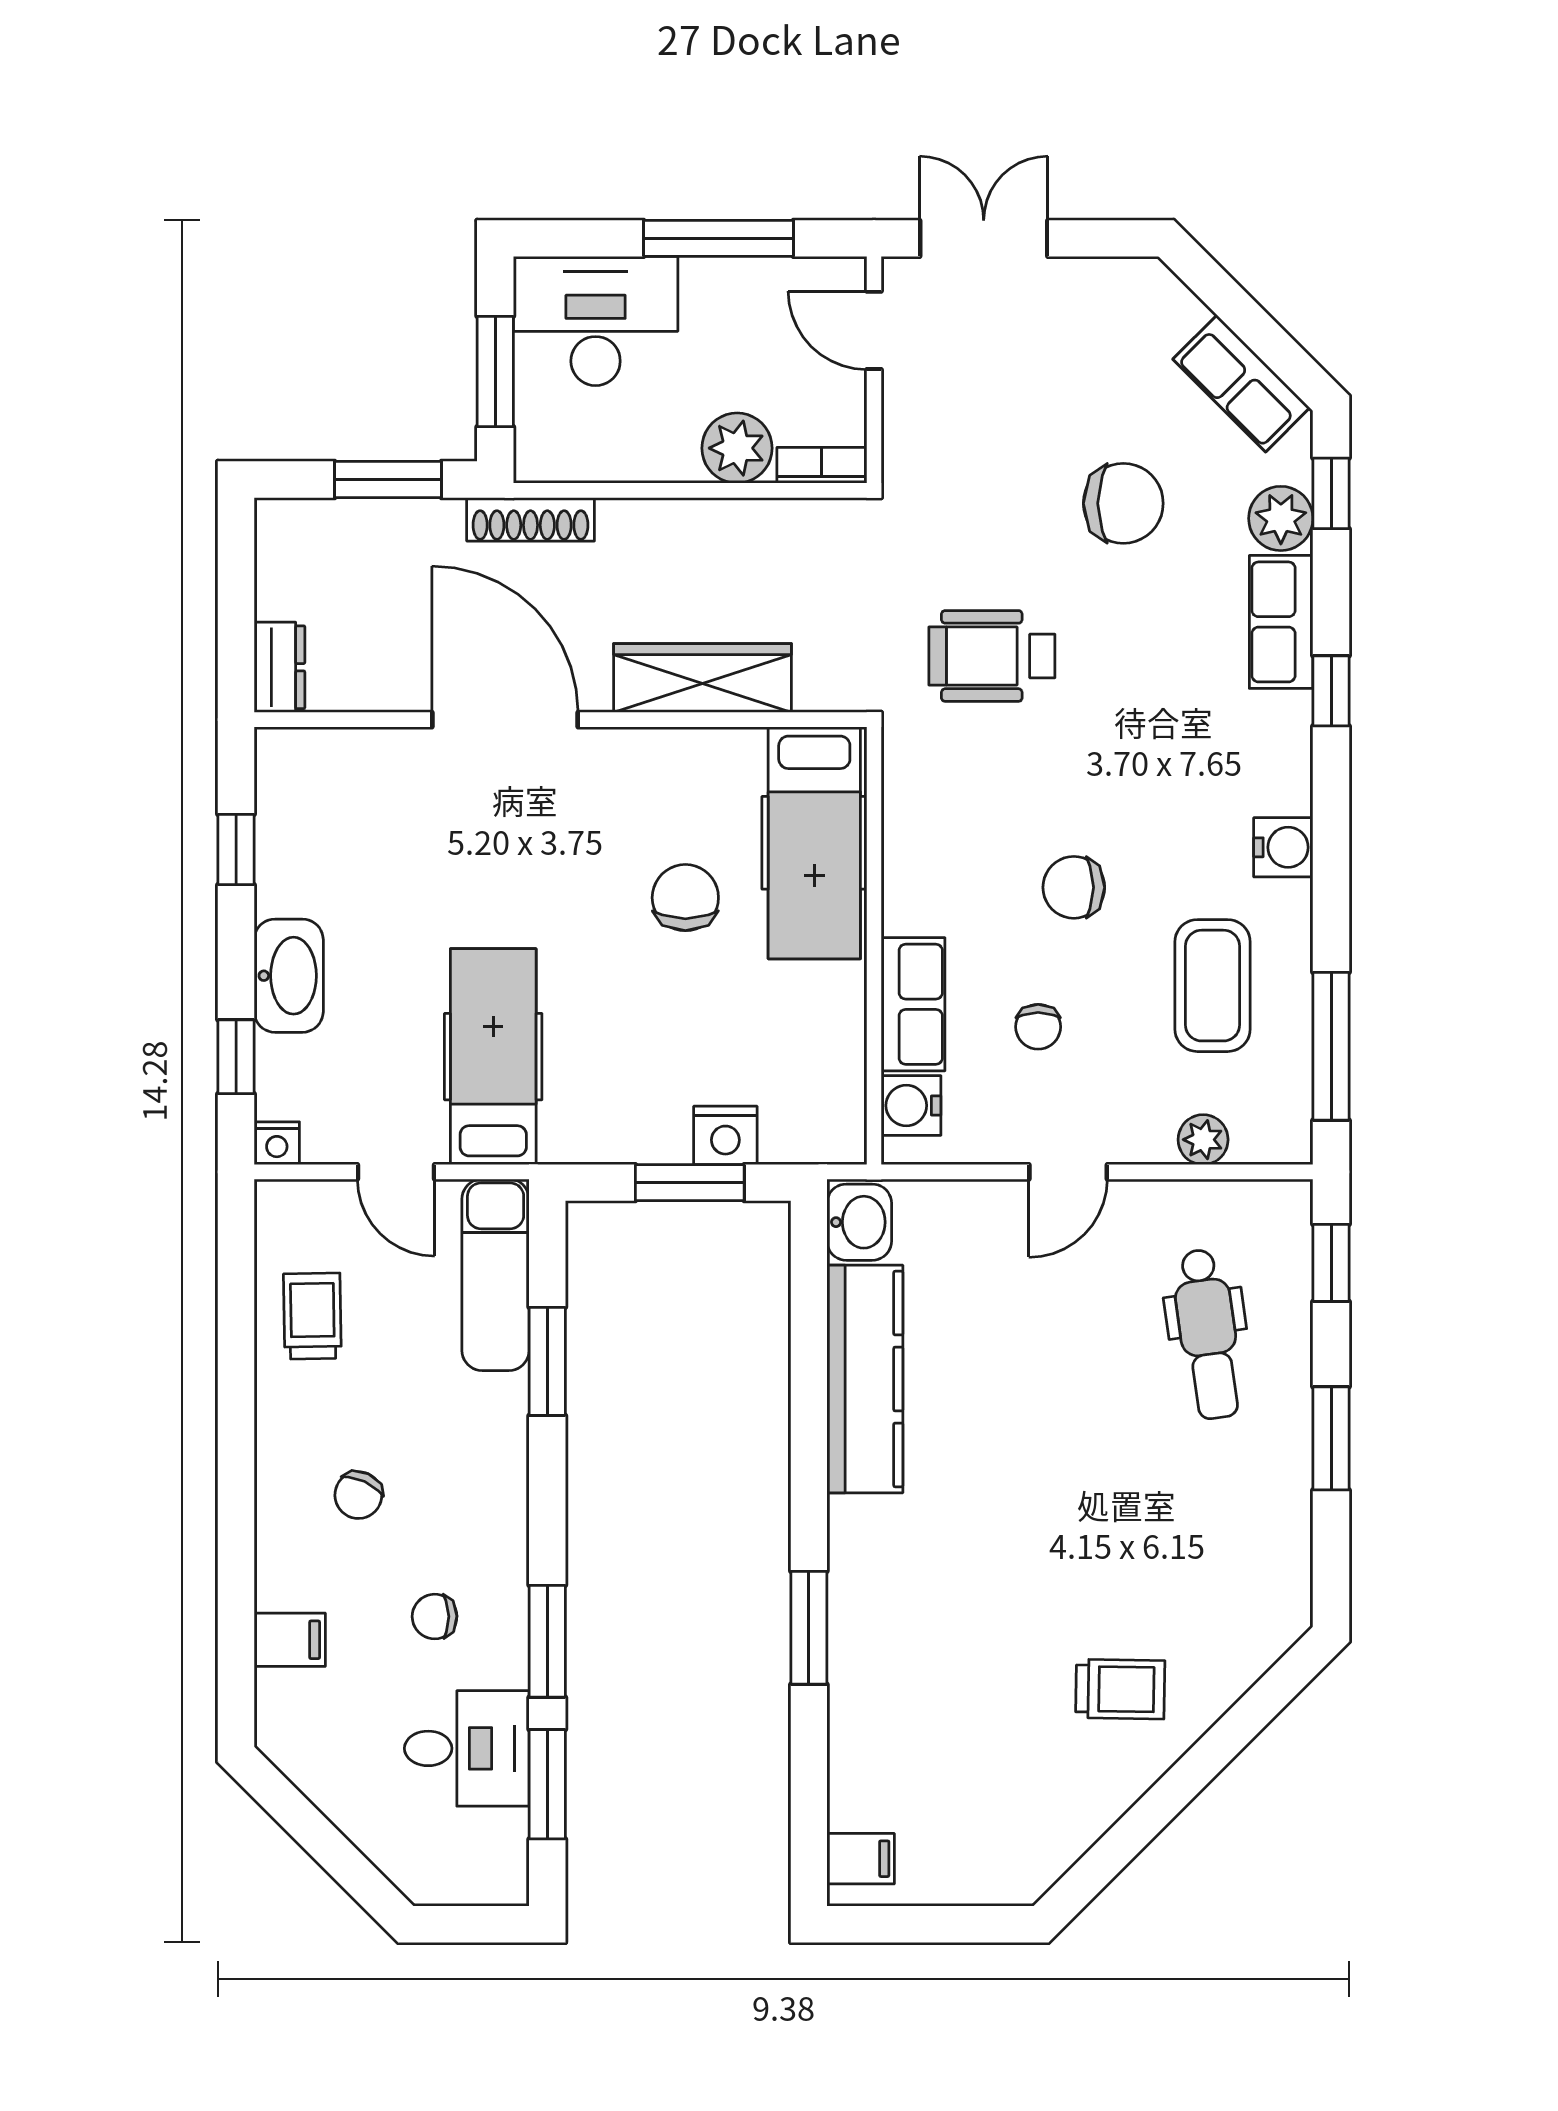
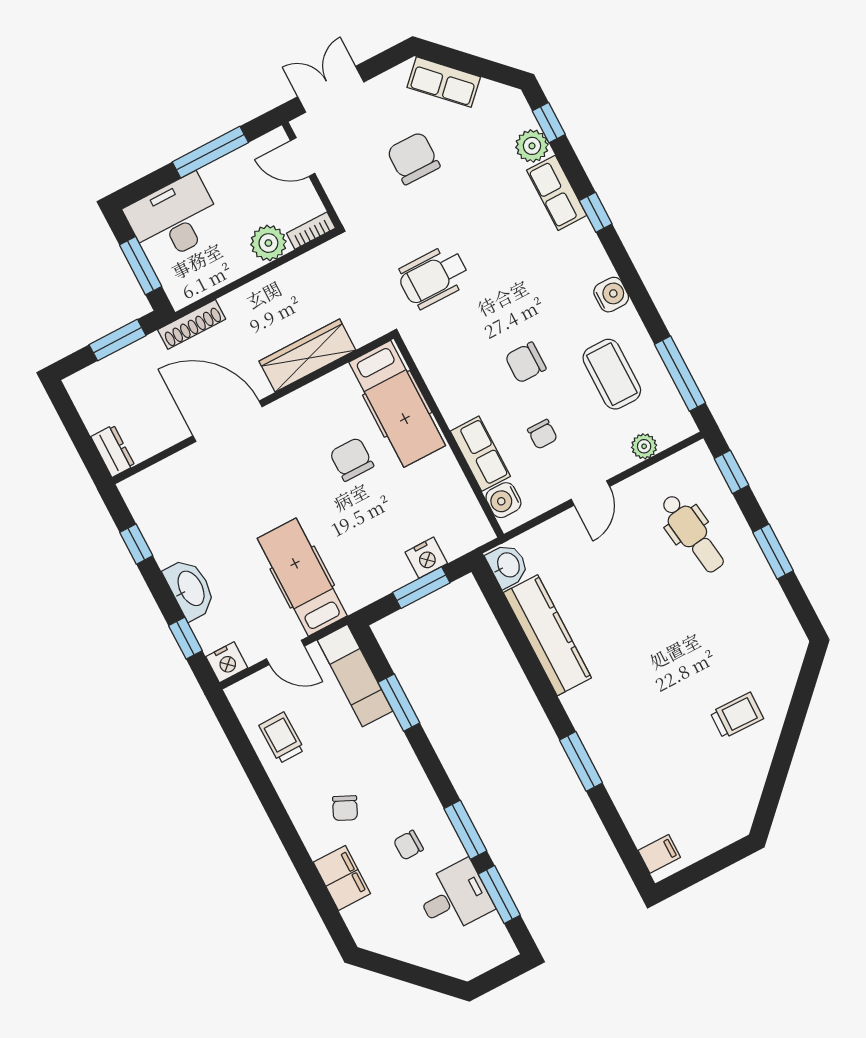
row of seats: (1241, 383) -> (444, 82), moved
chair: (1123, 503) -> (413, 158), moved, turned -90
nightstand: (277, 1143) -> (227, 662), width x1.39, depth x1.35
filing cabinet: (290, 1640) -> (342, 878), width x2.00

